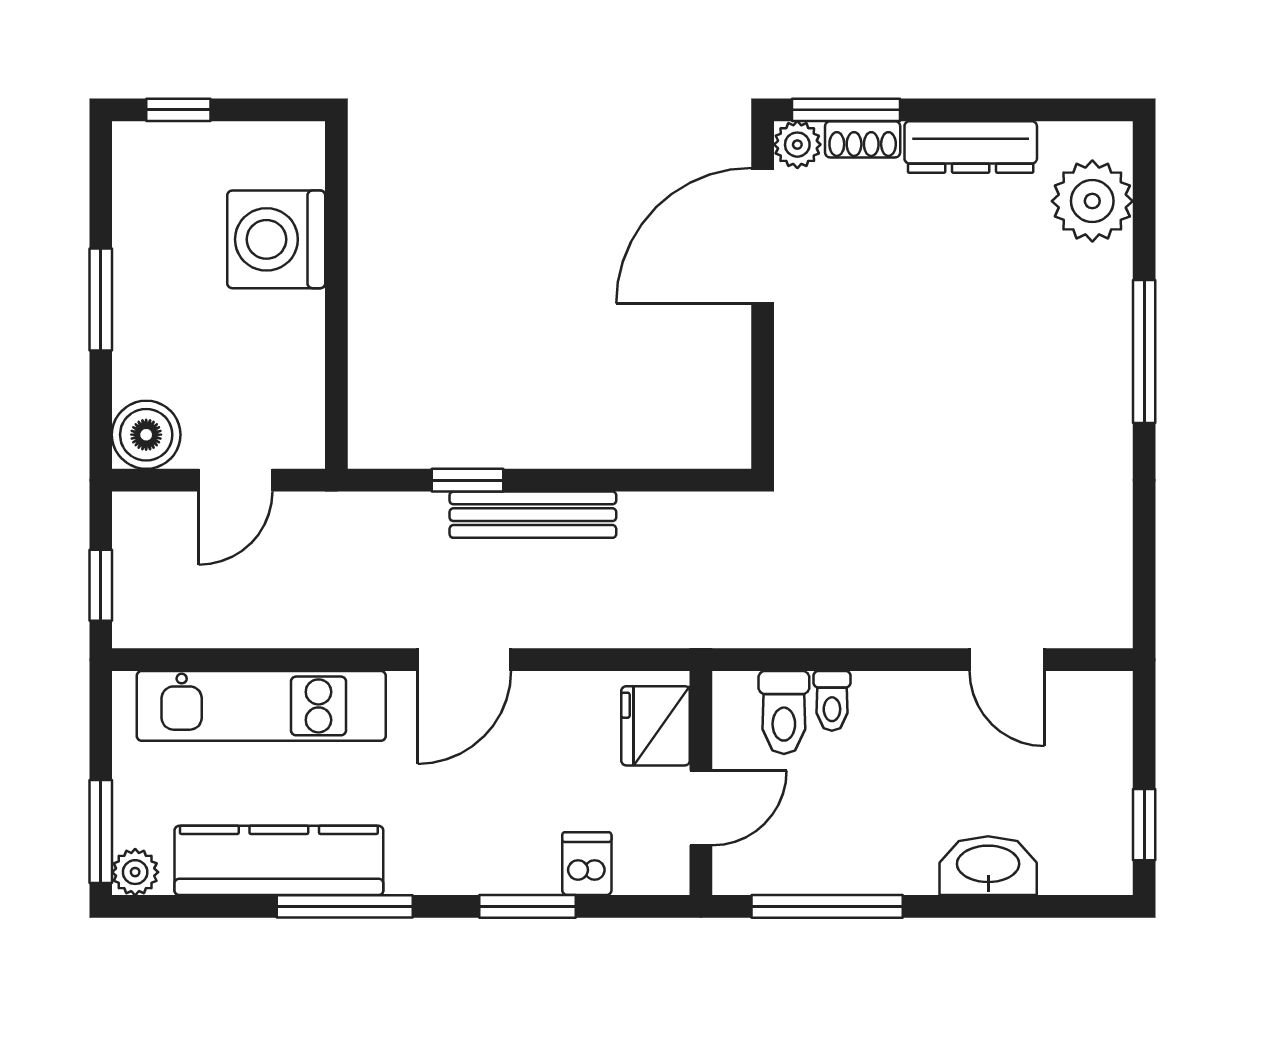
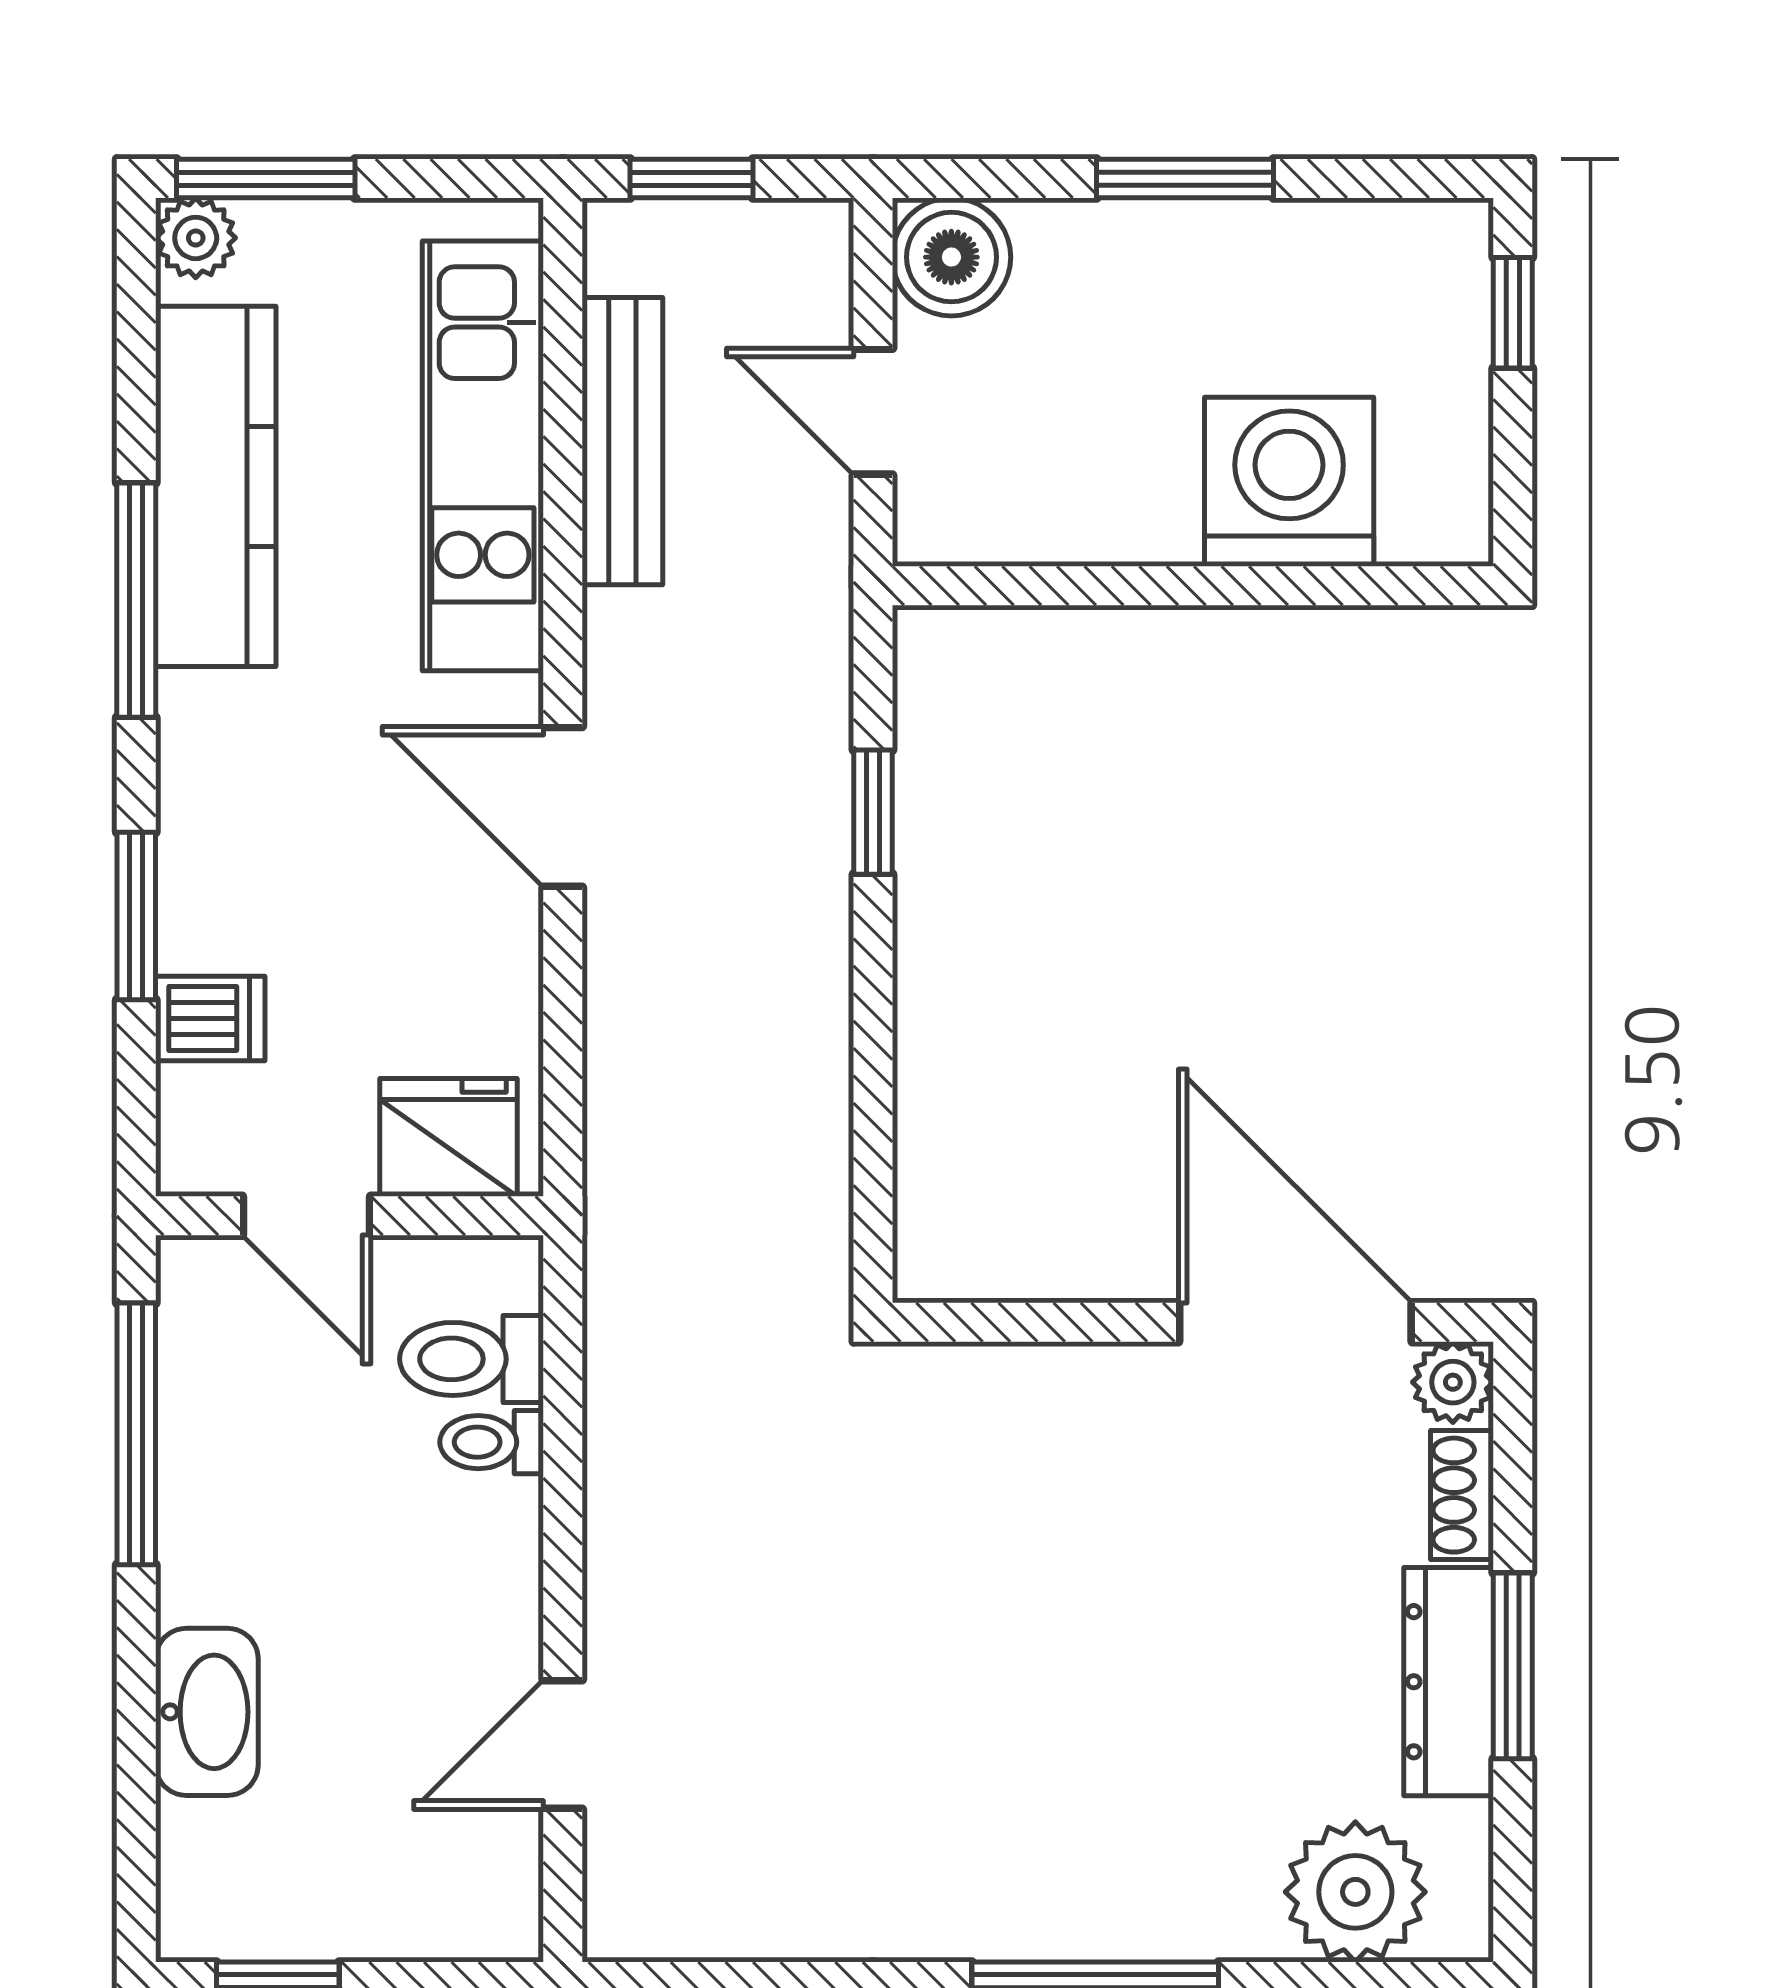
window: (846, 110) -> (1513, 1666), moved
bench: (533, 515) -> (622, 441), moved

